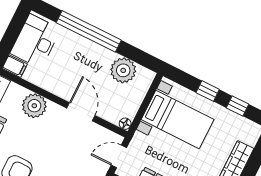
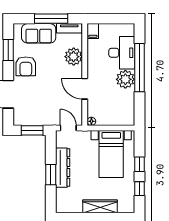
desk: (35, 41) -> (122, 53), moved, turned 90
plant: (123, 70) -> (125, 79), moved
door: (81, 112) -> (85, 89), swing flipped

